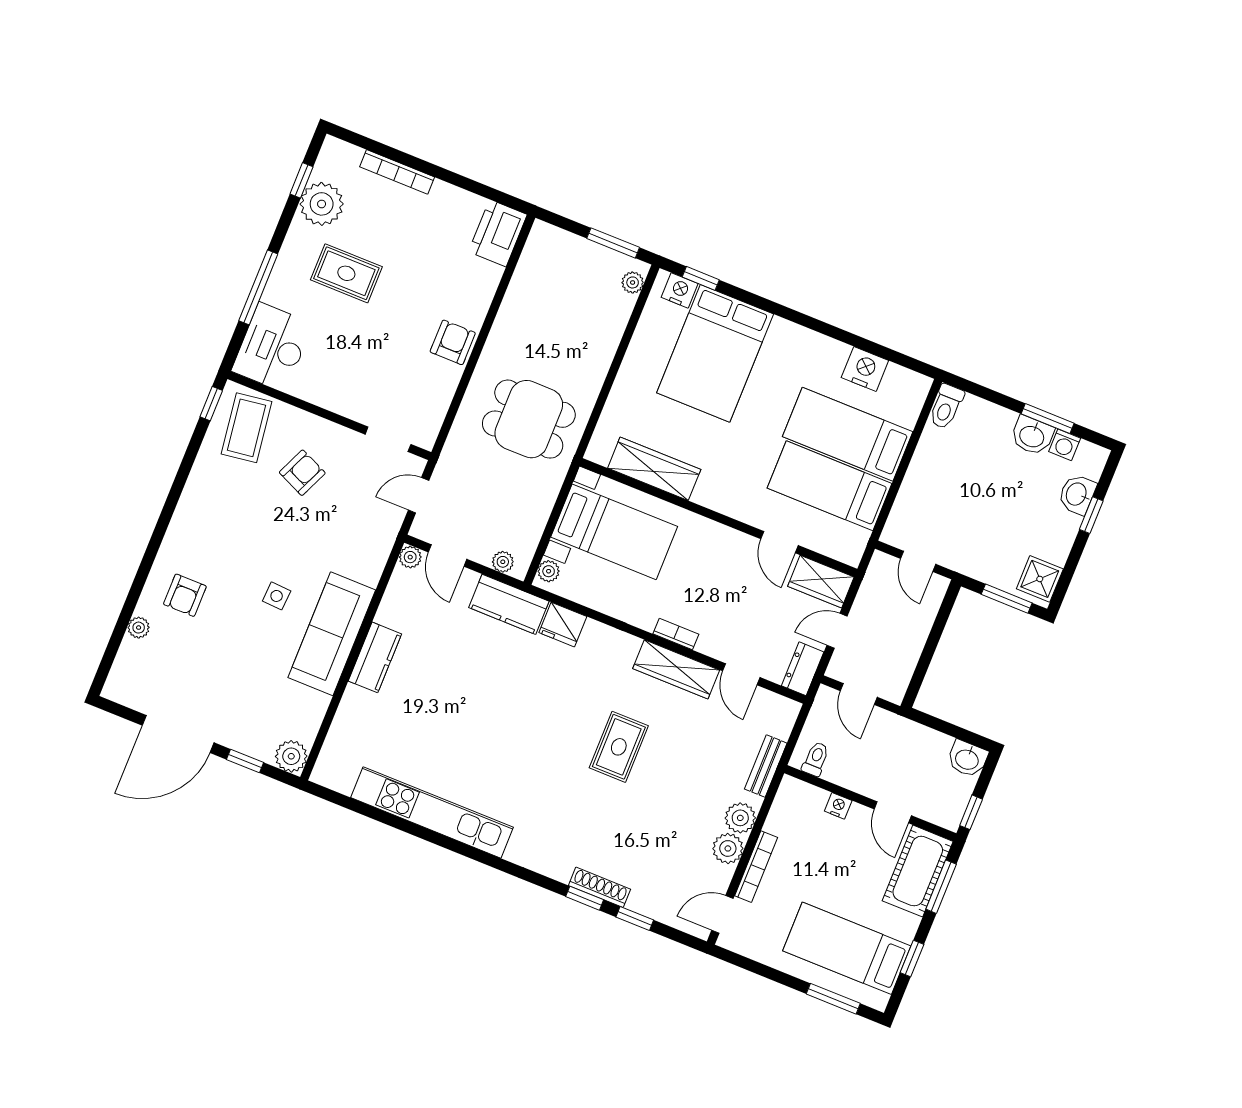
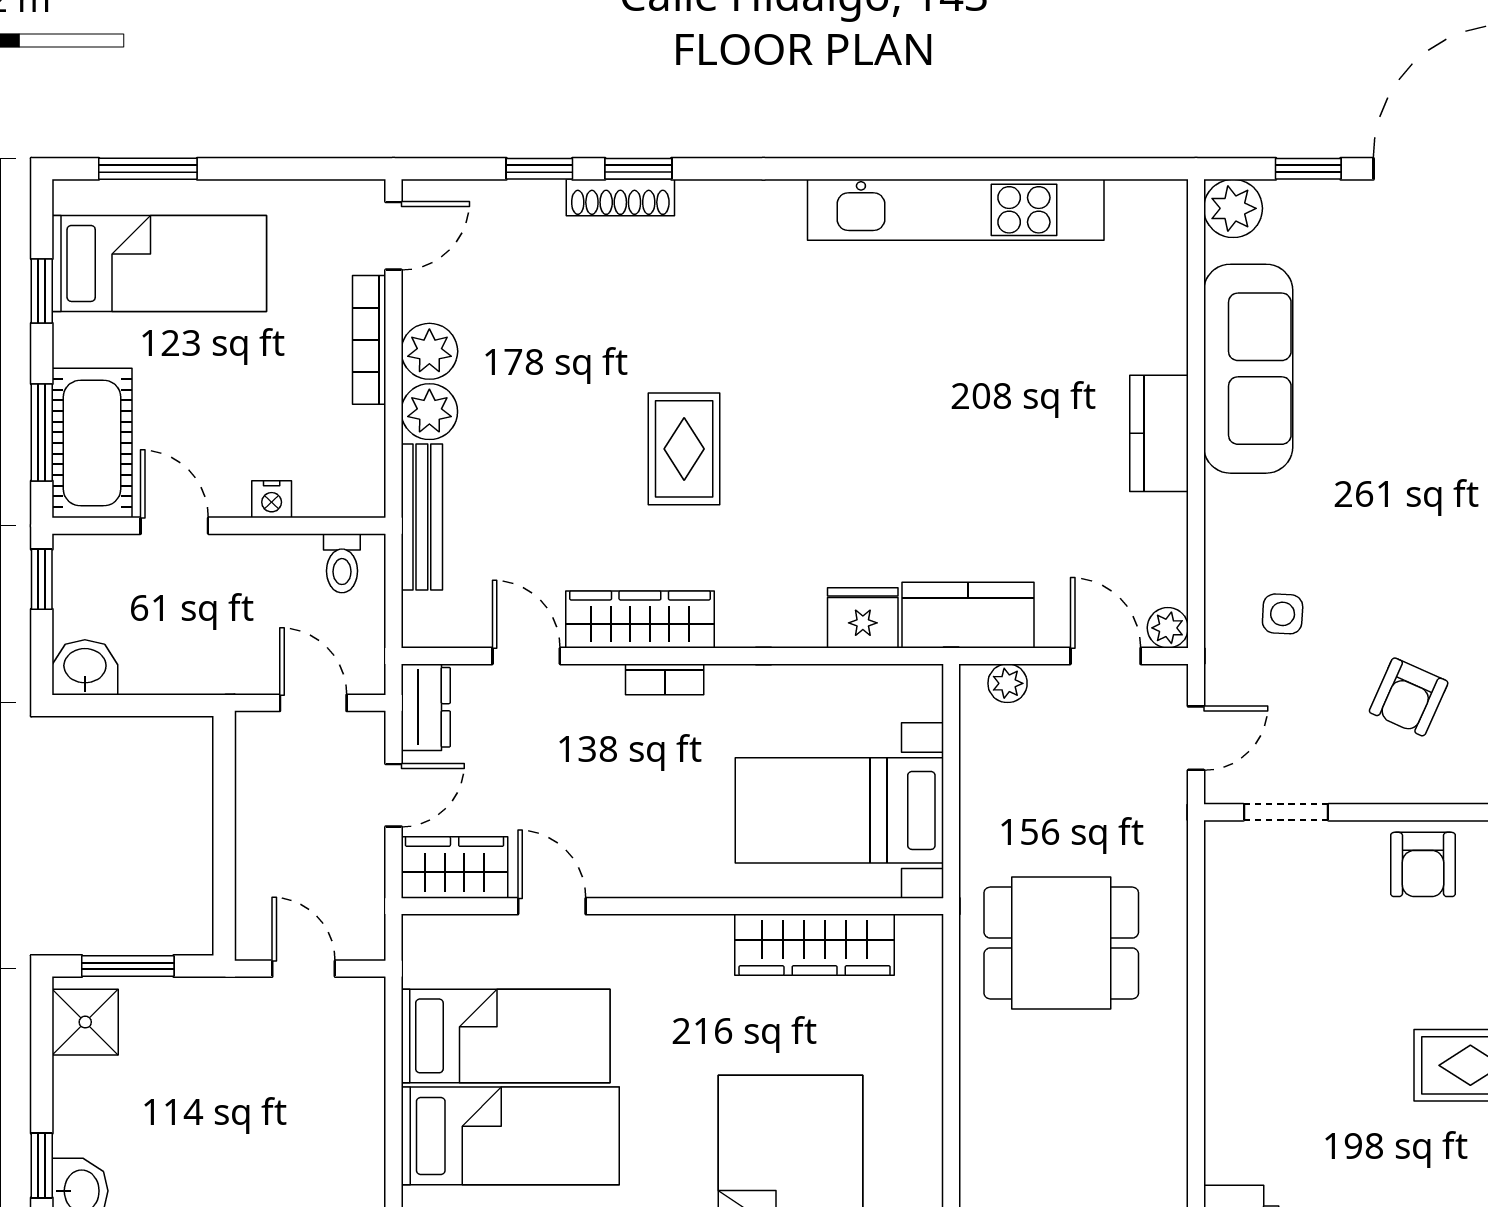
armchair: (453, 342) -> (1423, 864), moved
plant: (549, 571) -> (923, 699), removed
side table: (277, 596) -> (1283, 614), moved
sofa: (332, 634) -> (1248, 369), moved
bench: (766, 766) -> (422, 517), width x1.36

